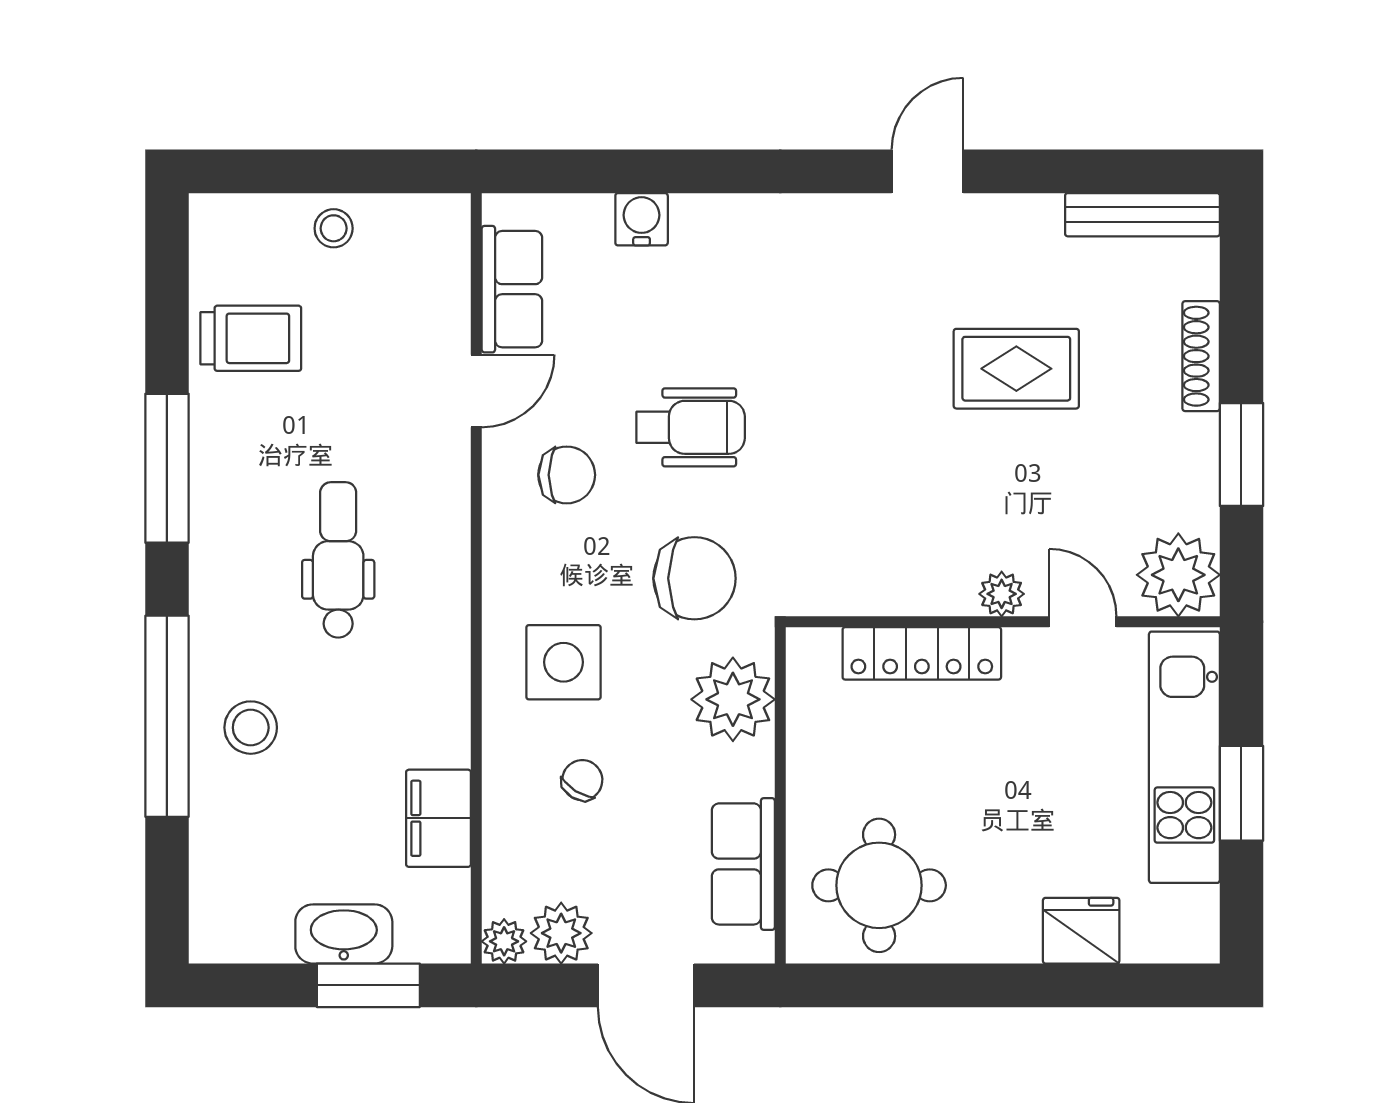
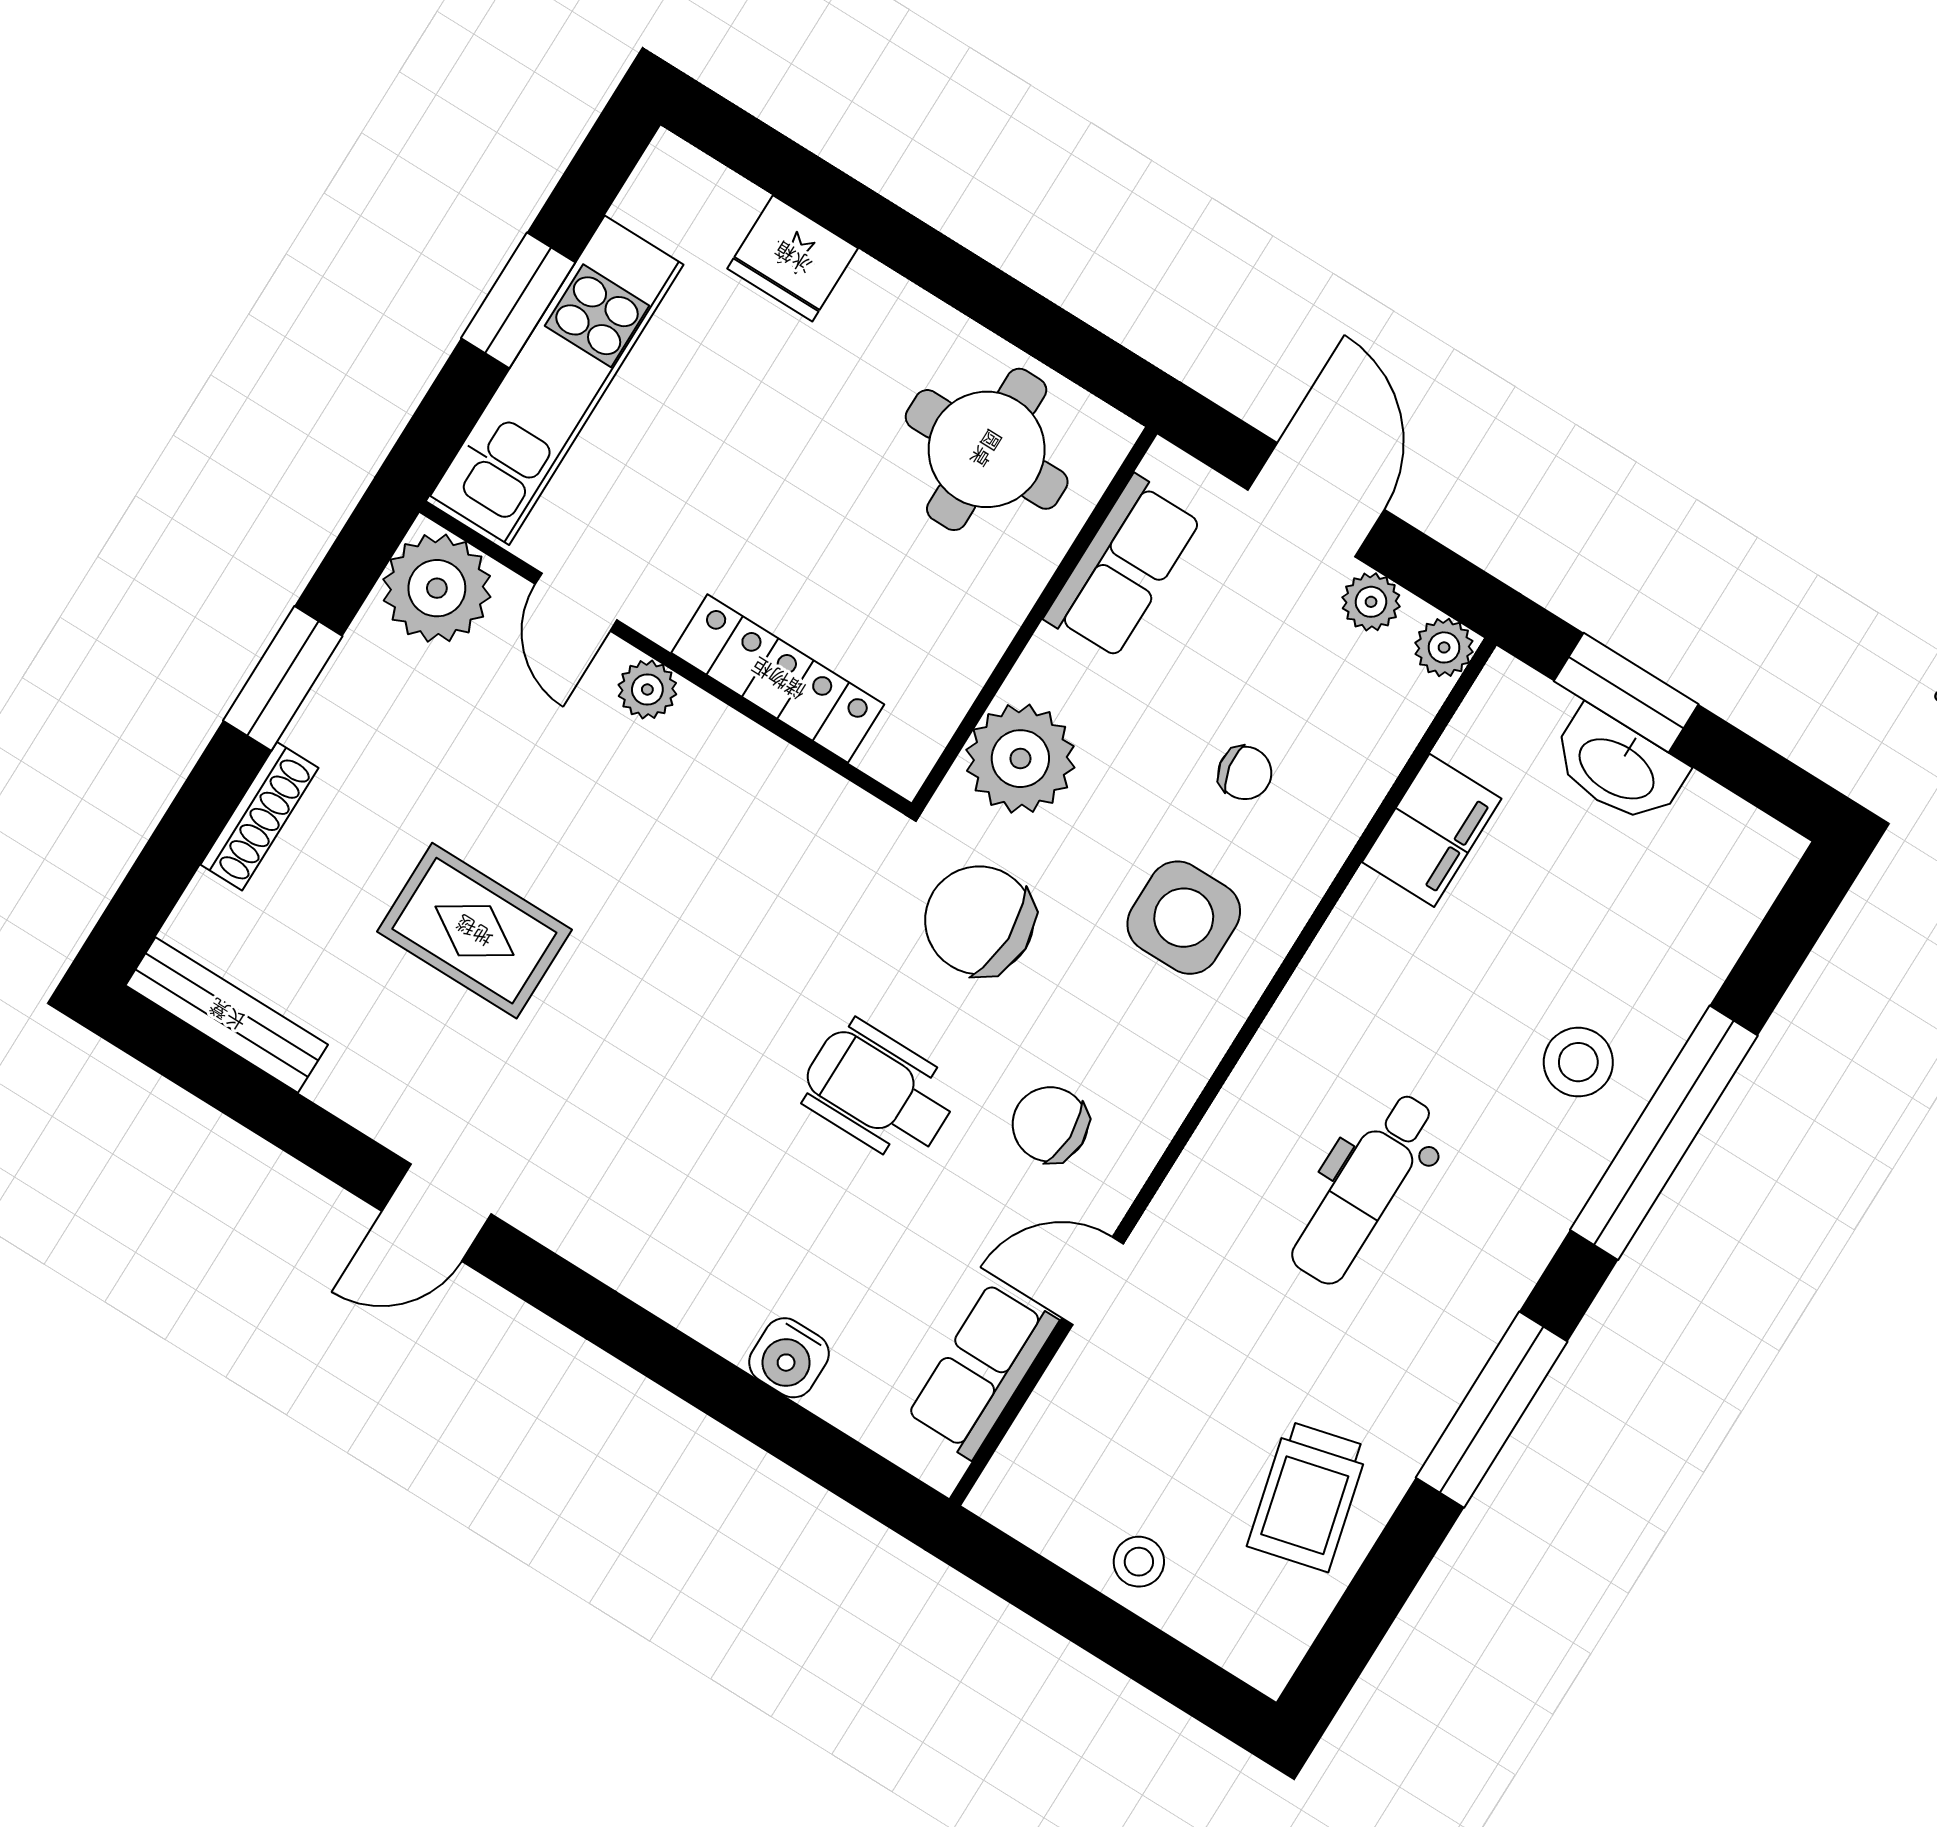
trolley: (251, 338) -> (1308, 1496), turned -104
chair: (582, 780) -> (1245, 773), turned -132
plant: (561, 933) -> (1371, 602), width x0.73, depth x0.73

